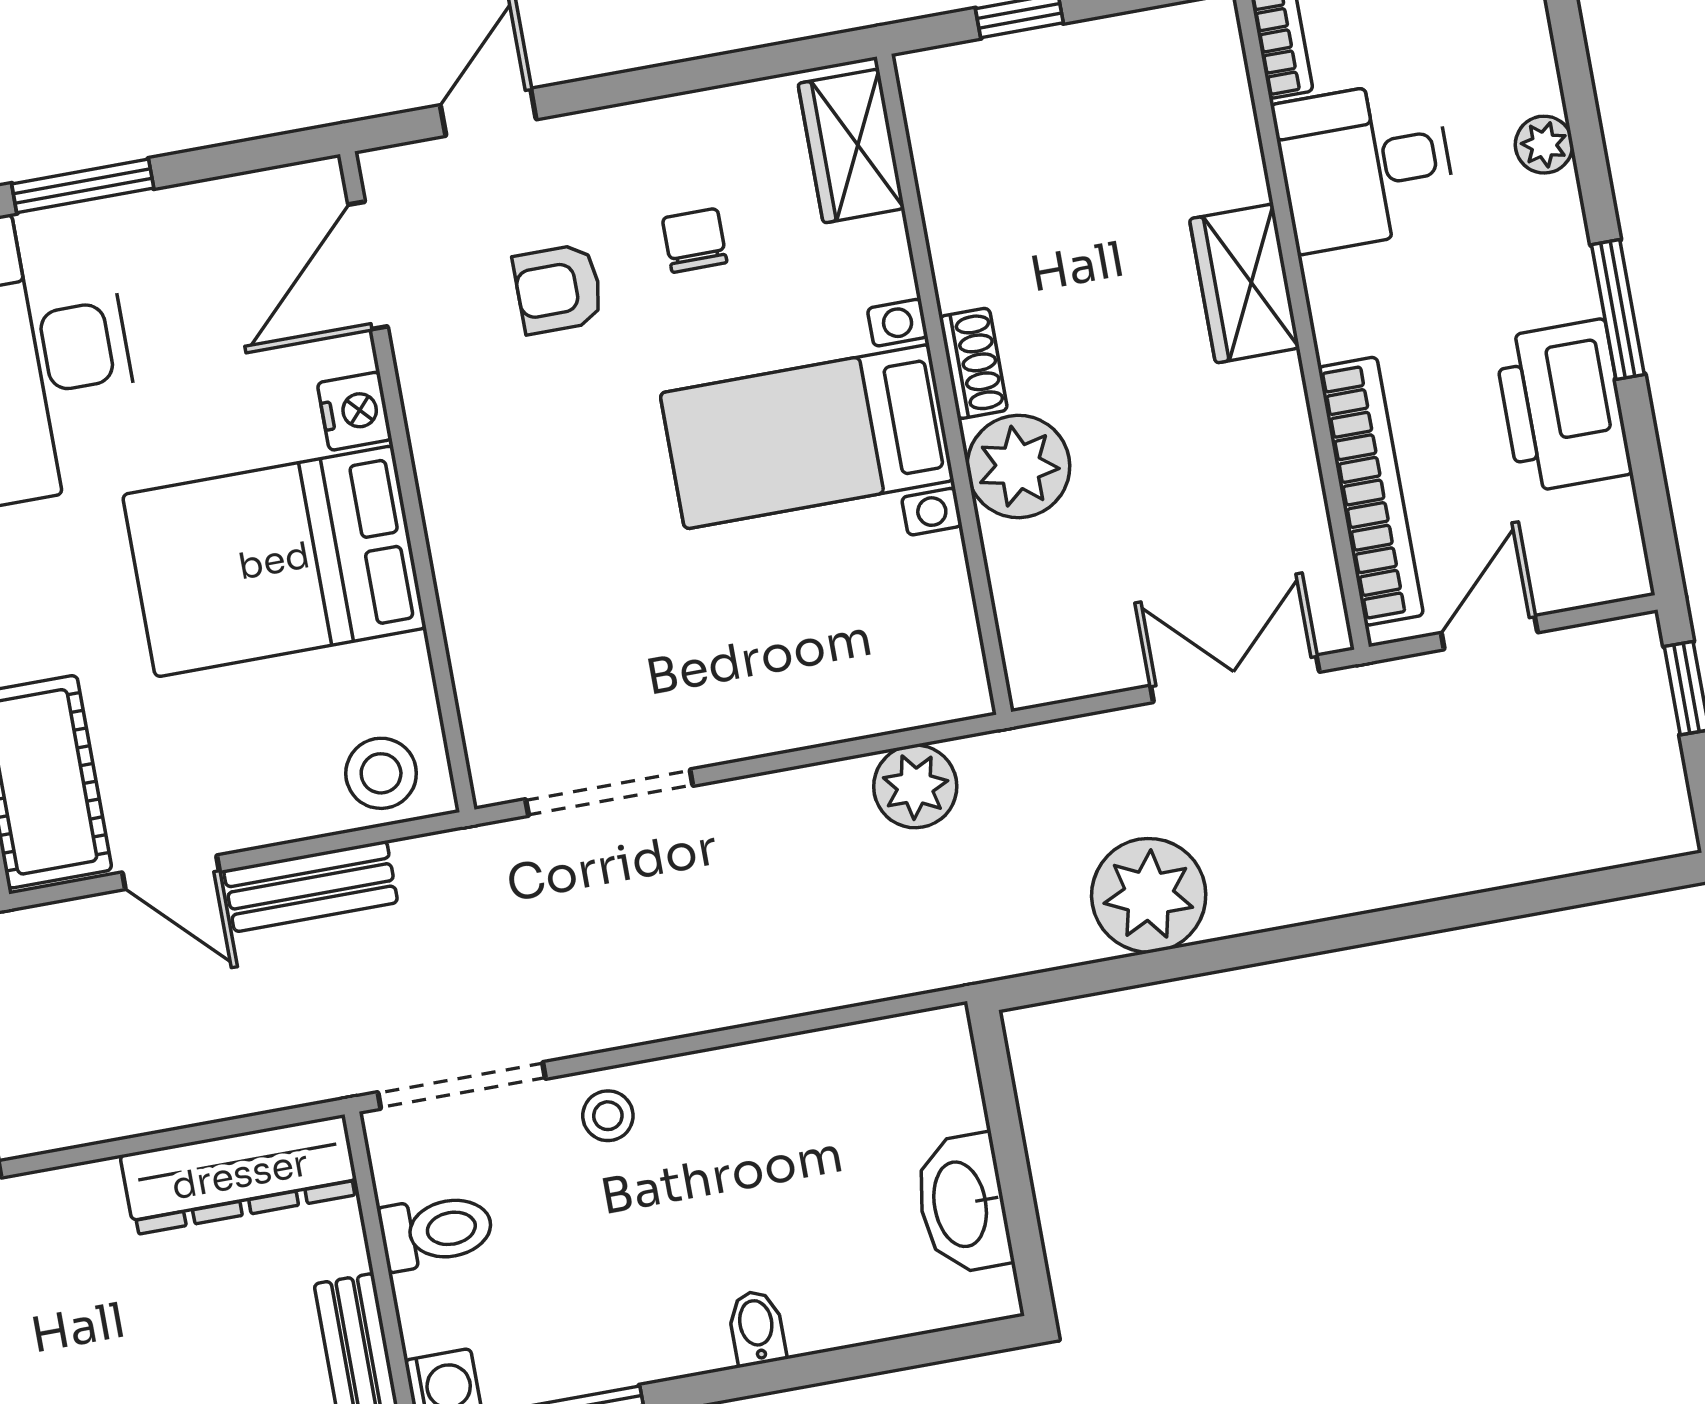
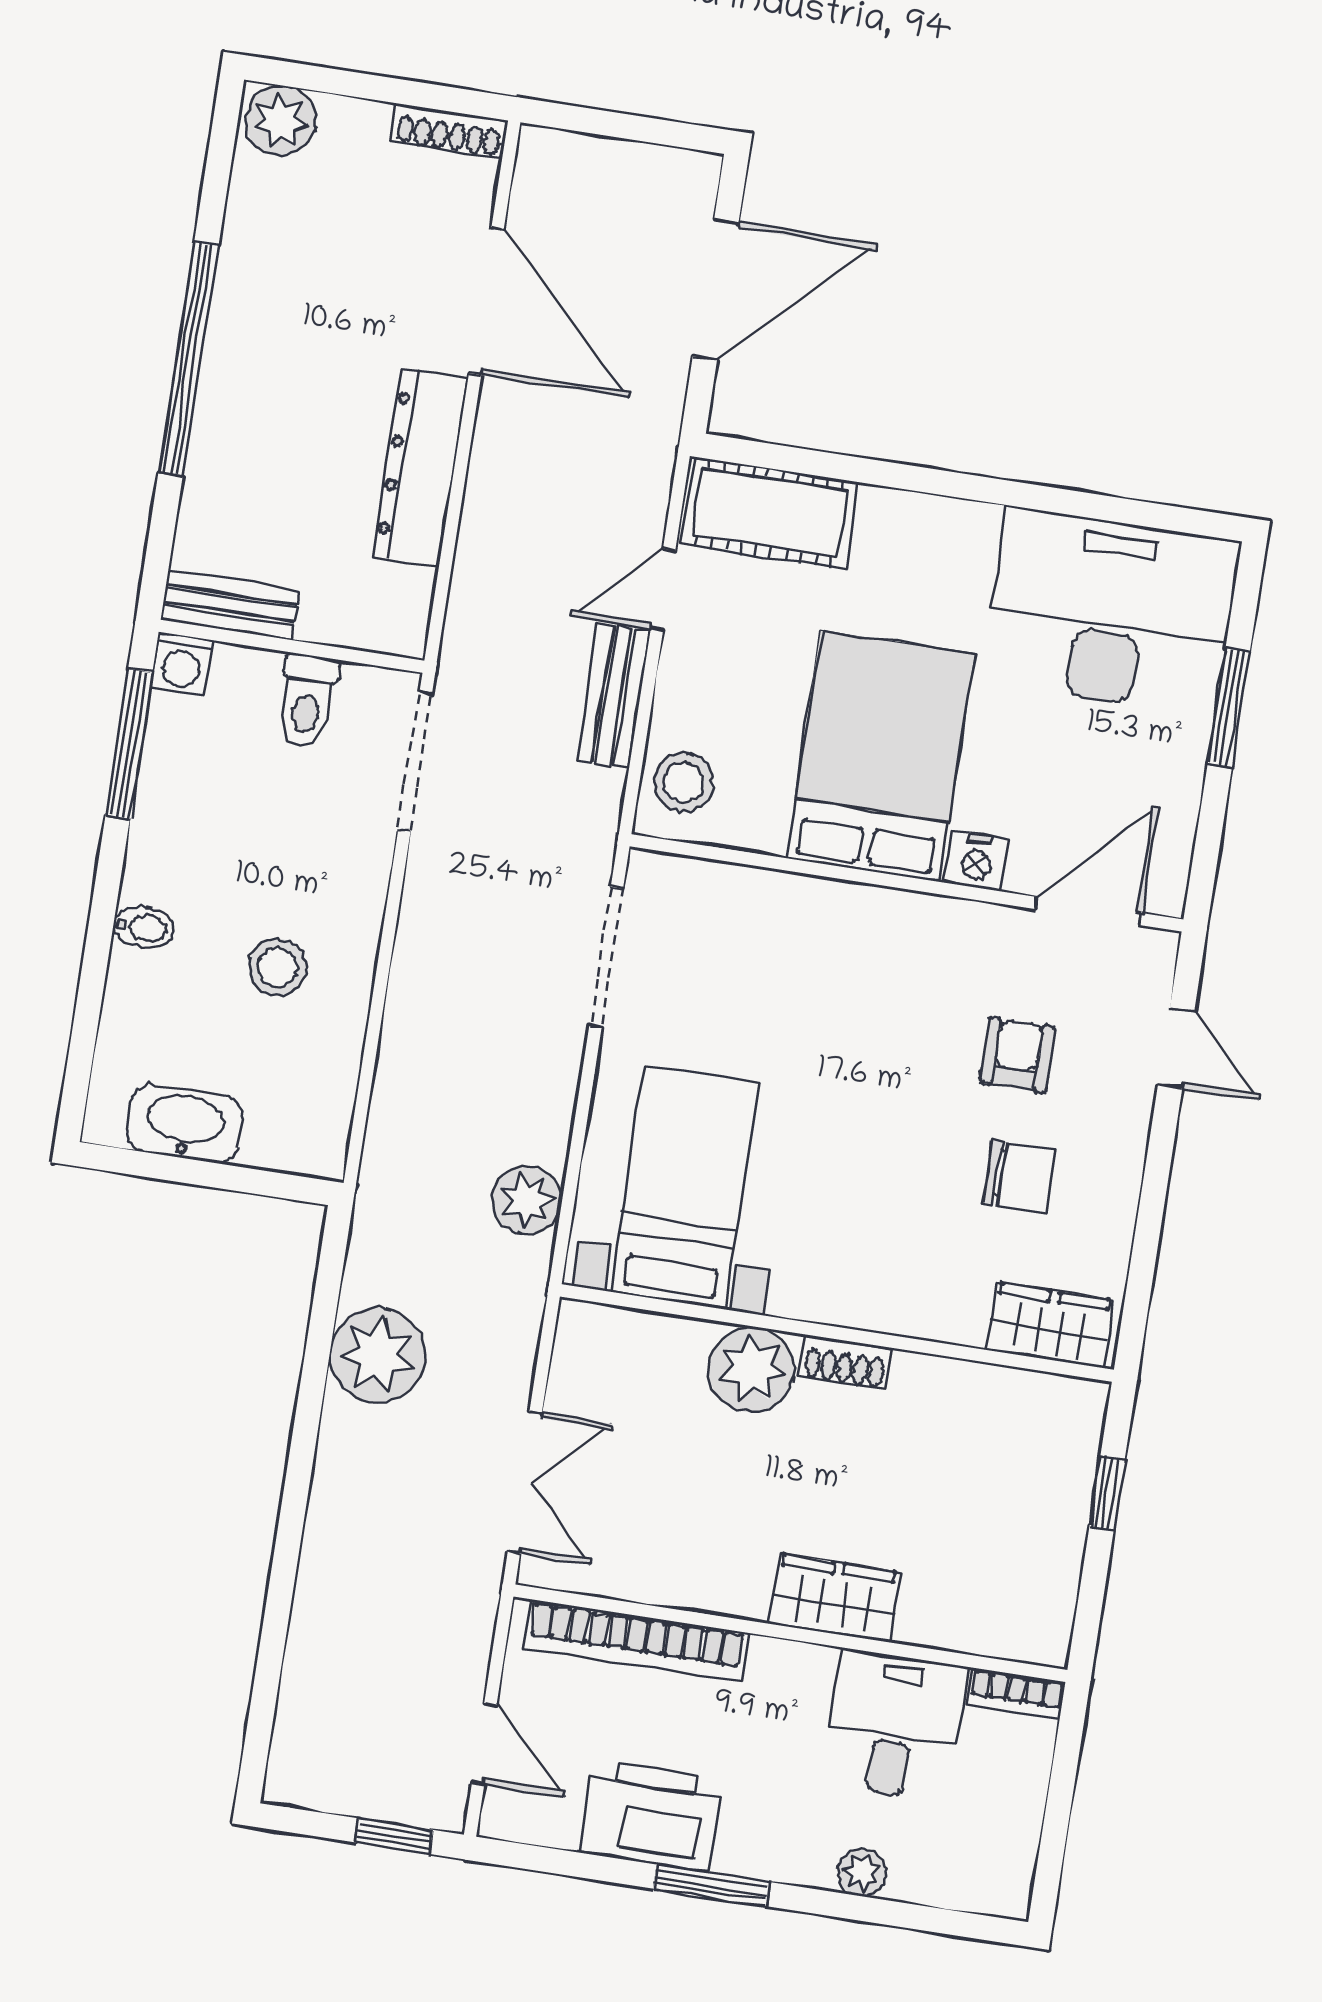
chair: (695, 240) -> (1019, 1176), width x1.37, depth x1.37
door: (368, 265) -> (1088, 911), hinge flipped
bed with nightstands: (807, 437) -> (685, 1188), moved
door: (1489, 633) -> (484, 1744), moved
stool: (608, 1116) -> (278, 967), moved, width x1.37, depth x1.37
dresser: (240, 1175) -> (420, 467), moved

